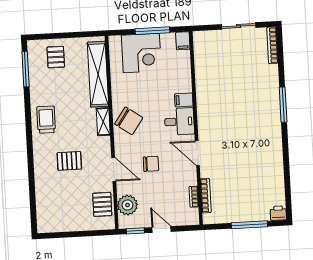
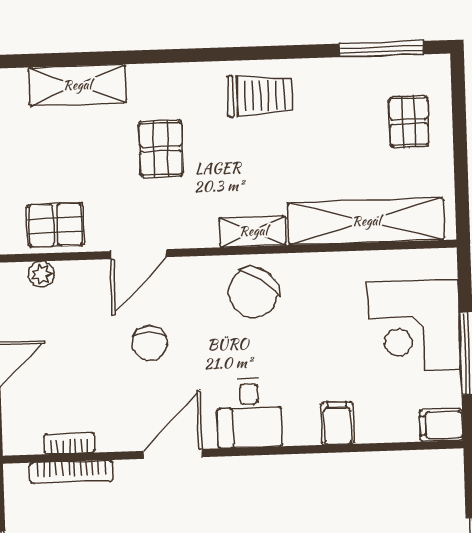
pallet: (56, 57) -> (409, 122), turned 90
filing cabinet: (184, 100) -> (337, 423), moved
shelving: (43, 196) -> (77, 85), added
plant: (127, 205) -> (41, 274), width x0.53, depth x0.53

